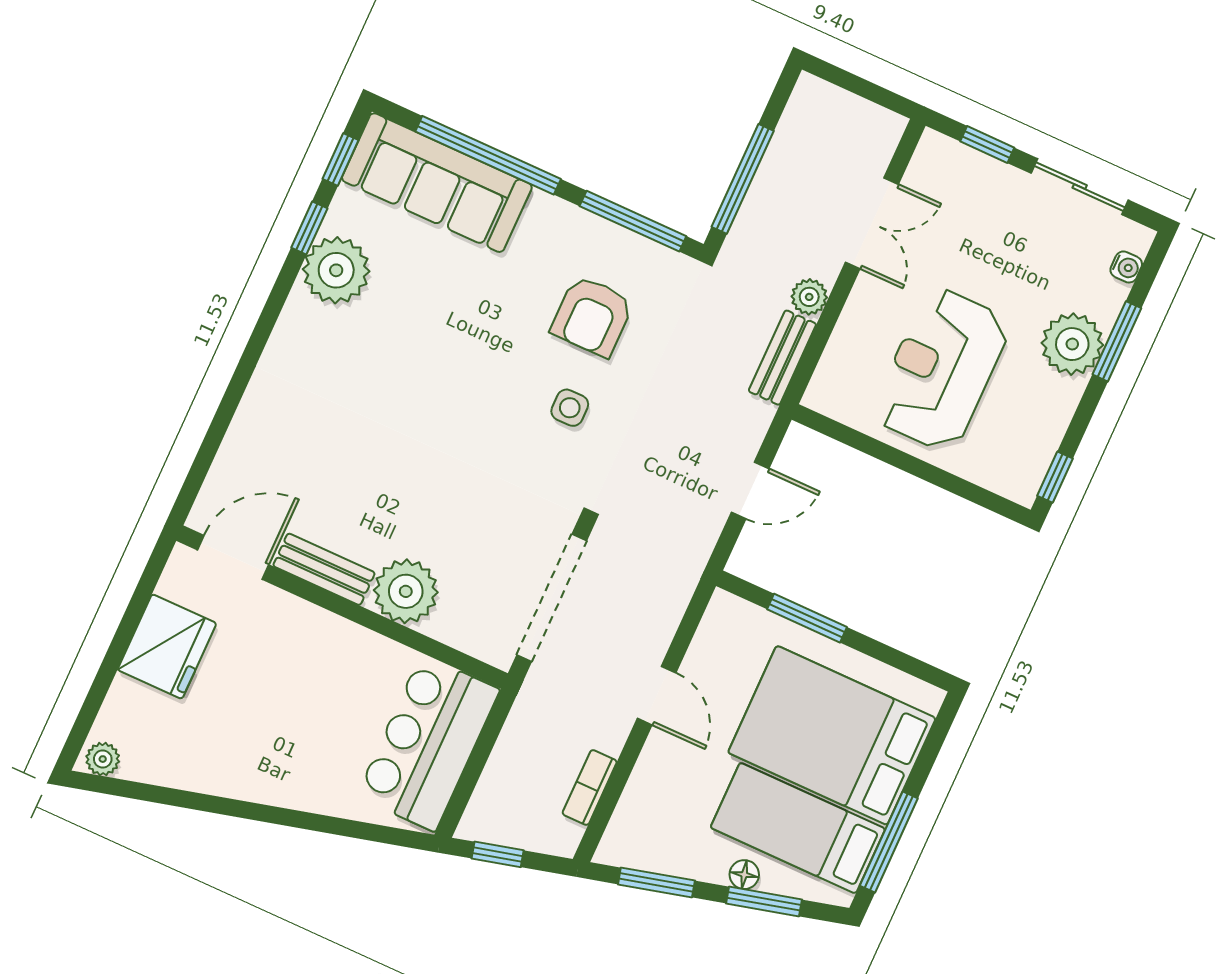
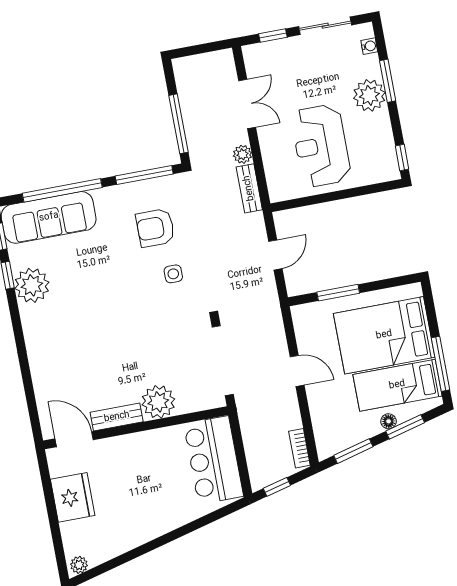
armchair: (592, 316) -> (155, 228), turned 90
door: (233, 557) -> (74, 439), hinge flipped
bookcase: (590, 787) -> (299, 448), moved

